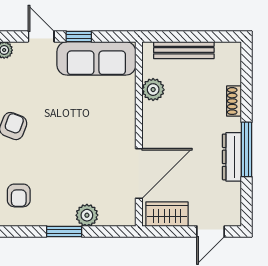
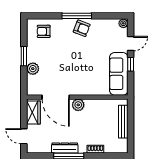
plant: (153, 90) -> (78, 105), moved

